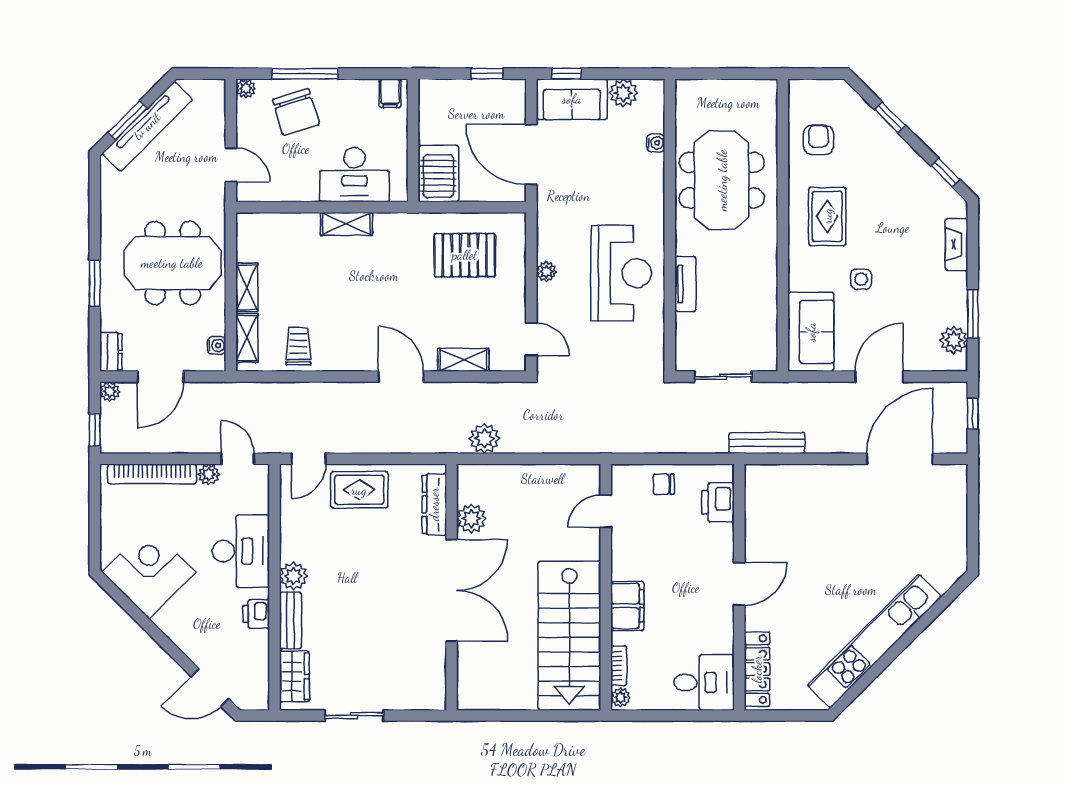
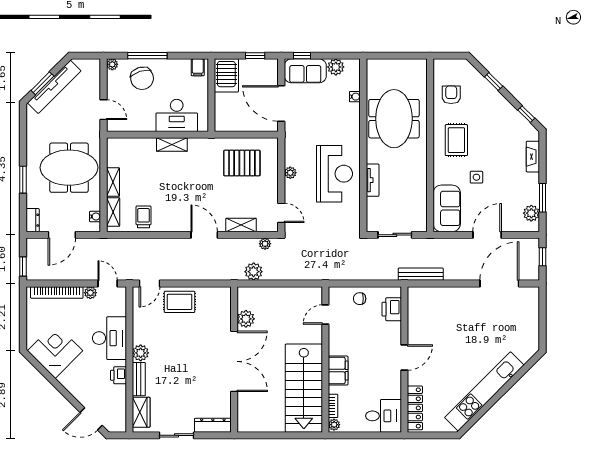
server rack: (438, 174) -> (226, 75), moved, turned 180
plant: (110, 392) -> (265, 244), moved
dresser: (434, 504) -> (213, 425), moved, turned 90

